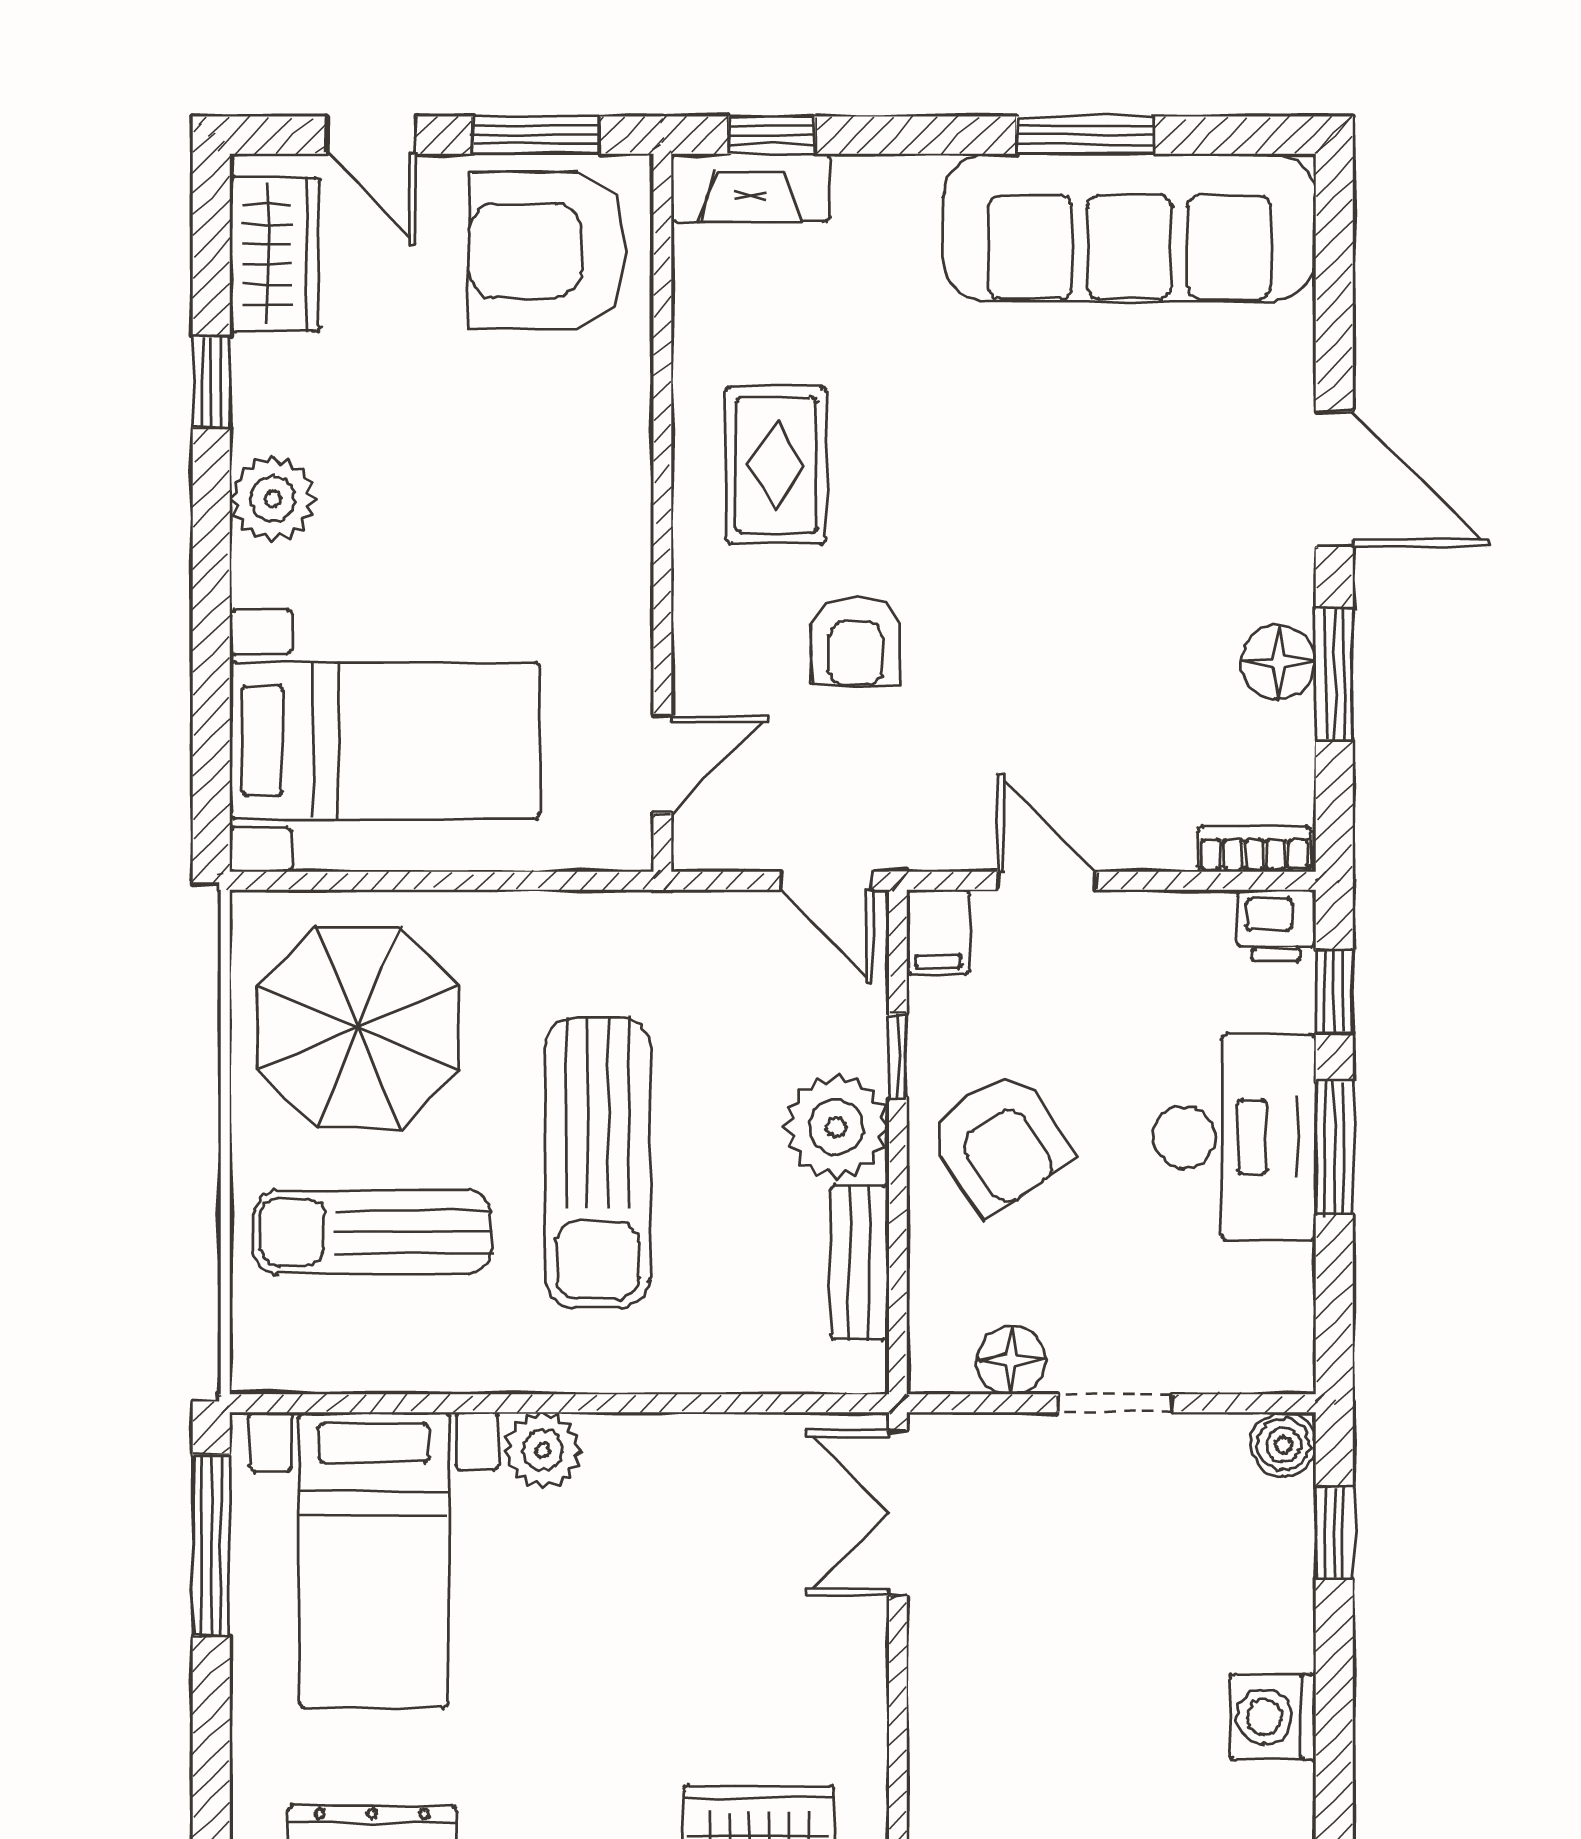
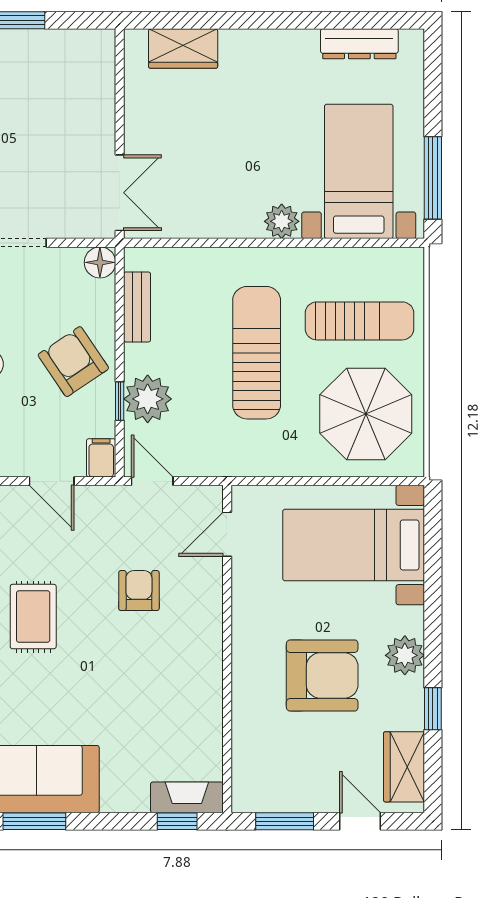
armchair: (547, 251) -> (322, 676), moved
rug: (776, 465) -> (33, 617), moved
plant: (836, 1127) -> (148, 399), moved
floor lamp: (1011, 1360) -> (100, 262), moved

